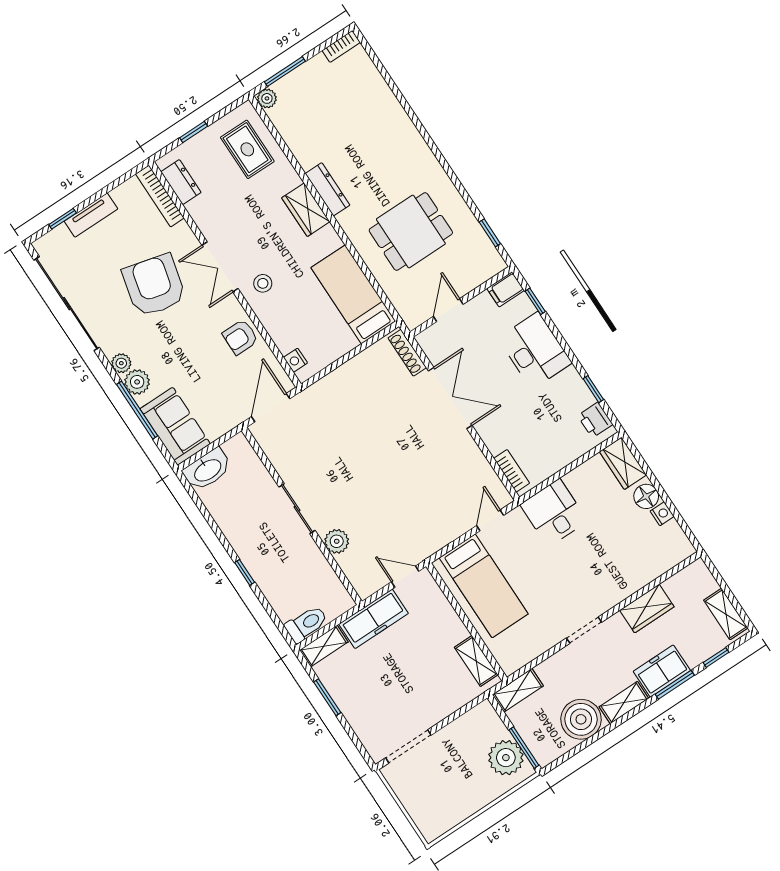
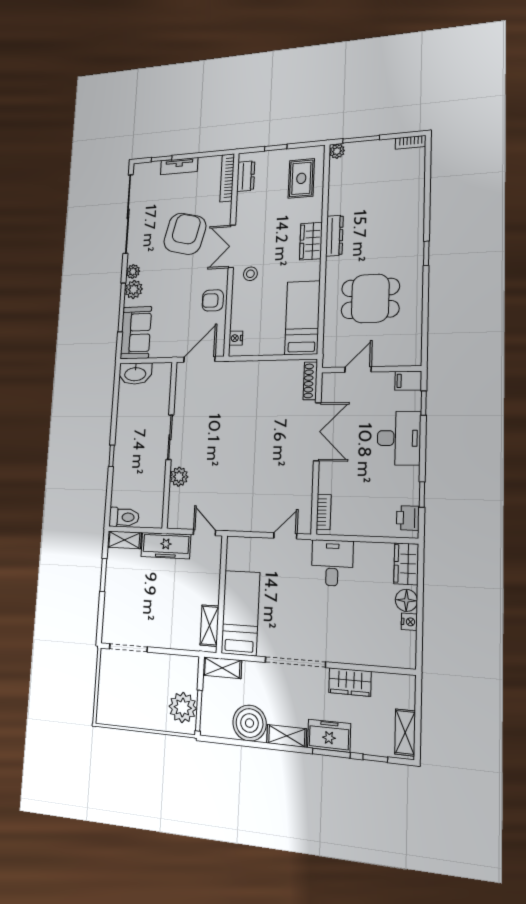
window: (490, 233) -> (426, 253), moved
bed: (484, 586) -> (240, 613), moved, turned 180
doorway: (584, 630) -> (295, 662), width x1.88

